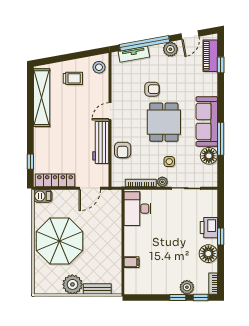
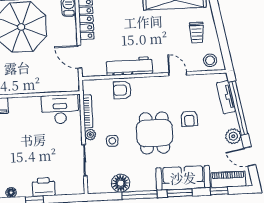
window: (221, 101) -> (180, 193), added
door: (110, 111) -> (178, 74), moved
sofa: (207, 121) -> (183, 178), moved
dining table: (164, 122) -> (154, 133), turned 90
floor lamp: (208, 254) -> (11, 193), width x0.53, depth x0.53

